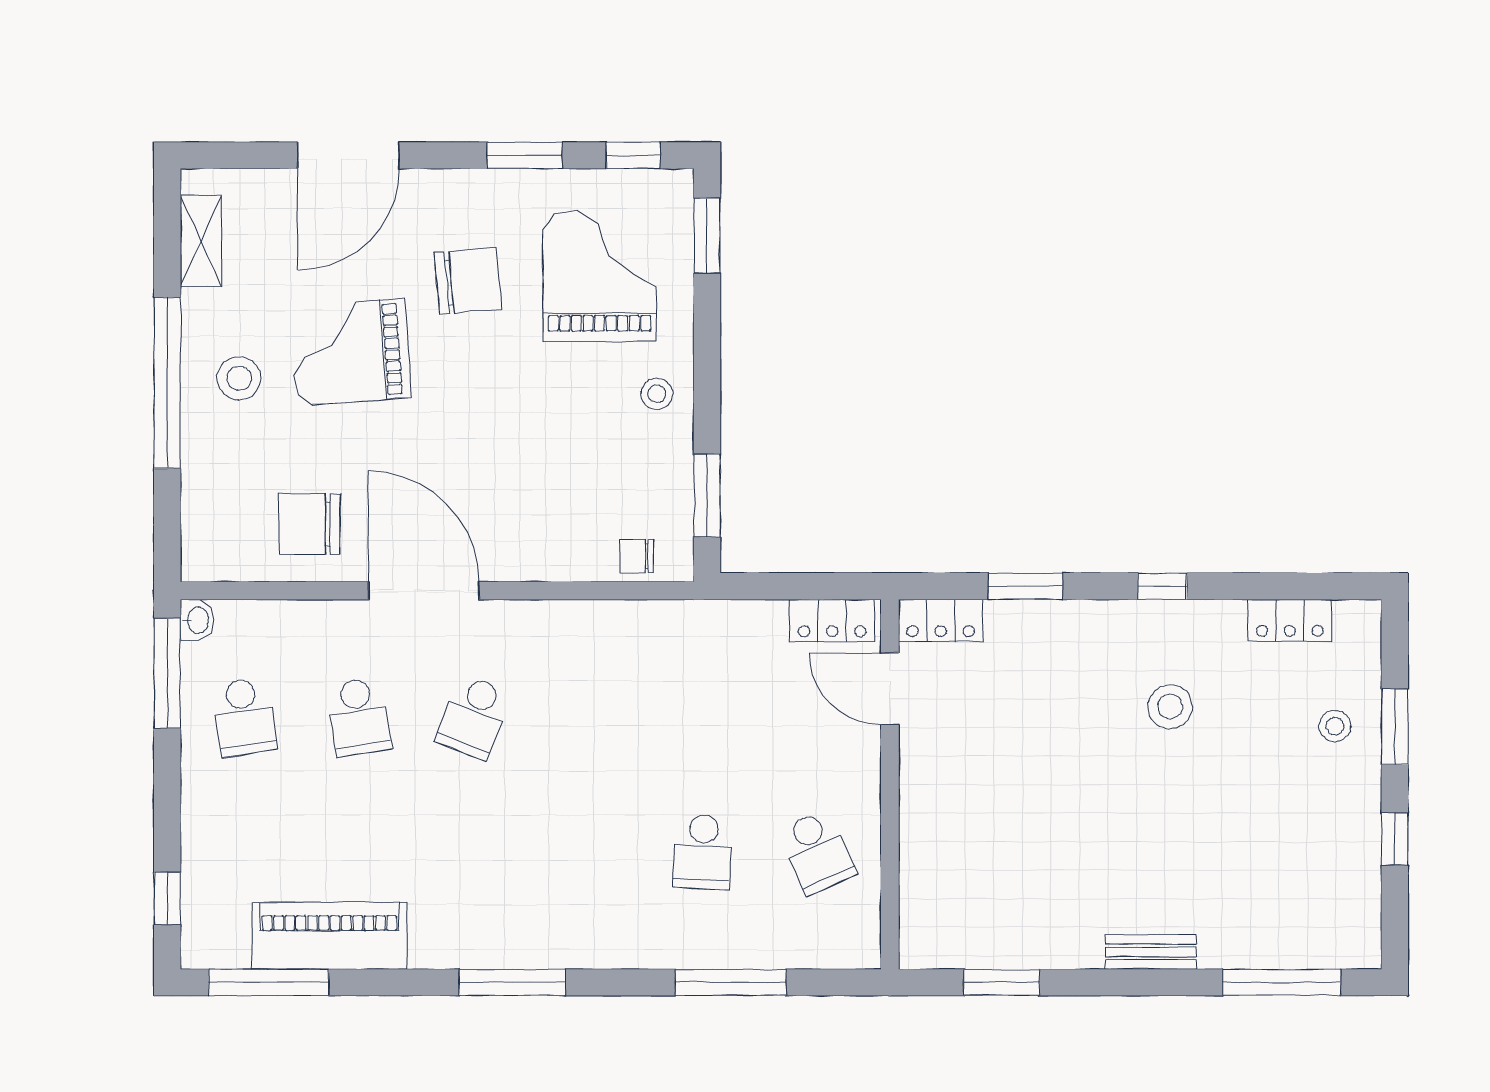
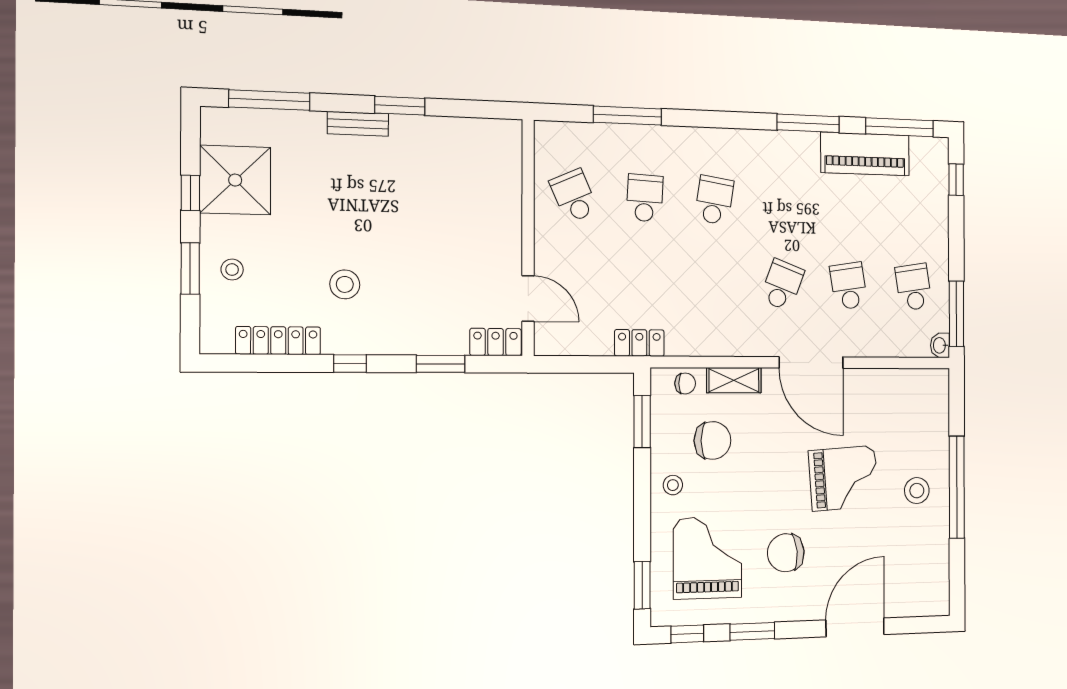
shelving: (201, 241) -> (734, 380), moved, turned 90
grand piano: (600, 276) -> (708, 558), turned 180
grand piano: (351, 352) -> (844, 478), moved
chair: (309, 524) -> (712, 440), moved
locker: (1290, 620) -> (278, 341), width x1.53
locker: (832, 621) -> (639, 343), moved
school desk: (588, 852) -> (714, 200), added
shower: (1331, 860) -> (235, 180), added
window: (512, 982) -> (808, 123), moved
window: (1002, 982) -> (400, 106), moved

